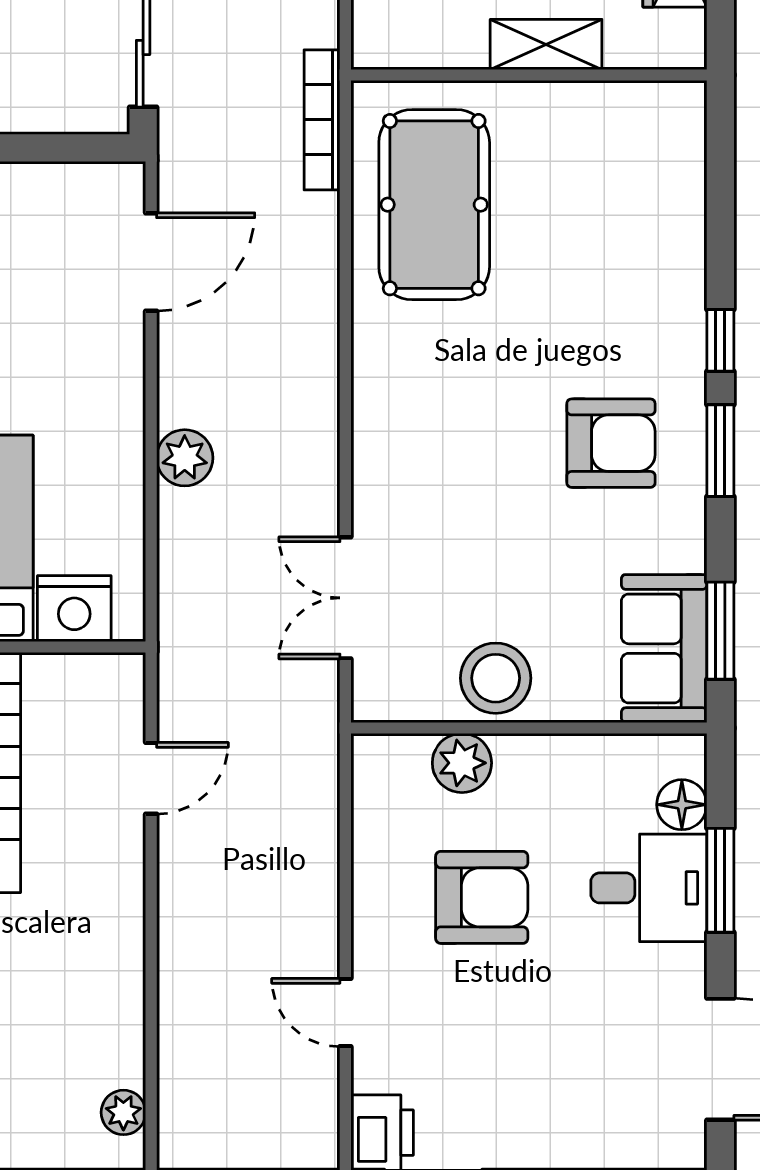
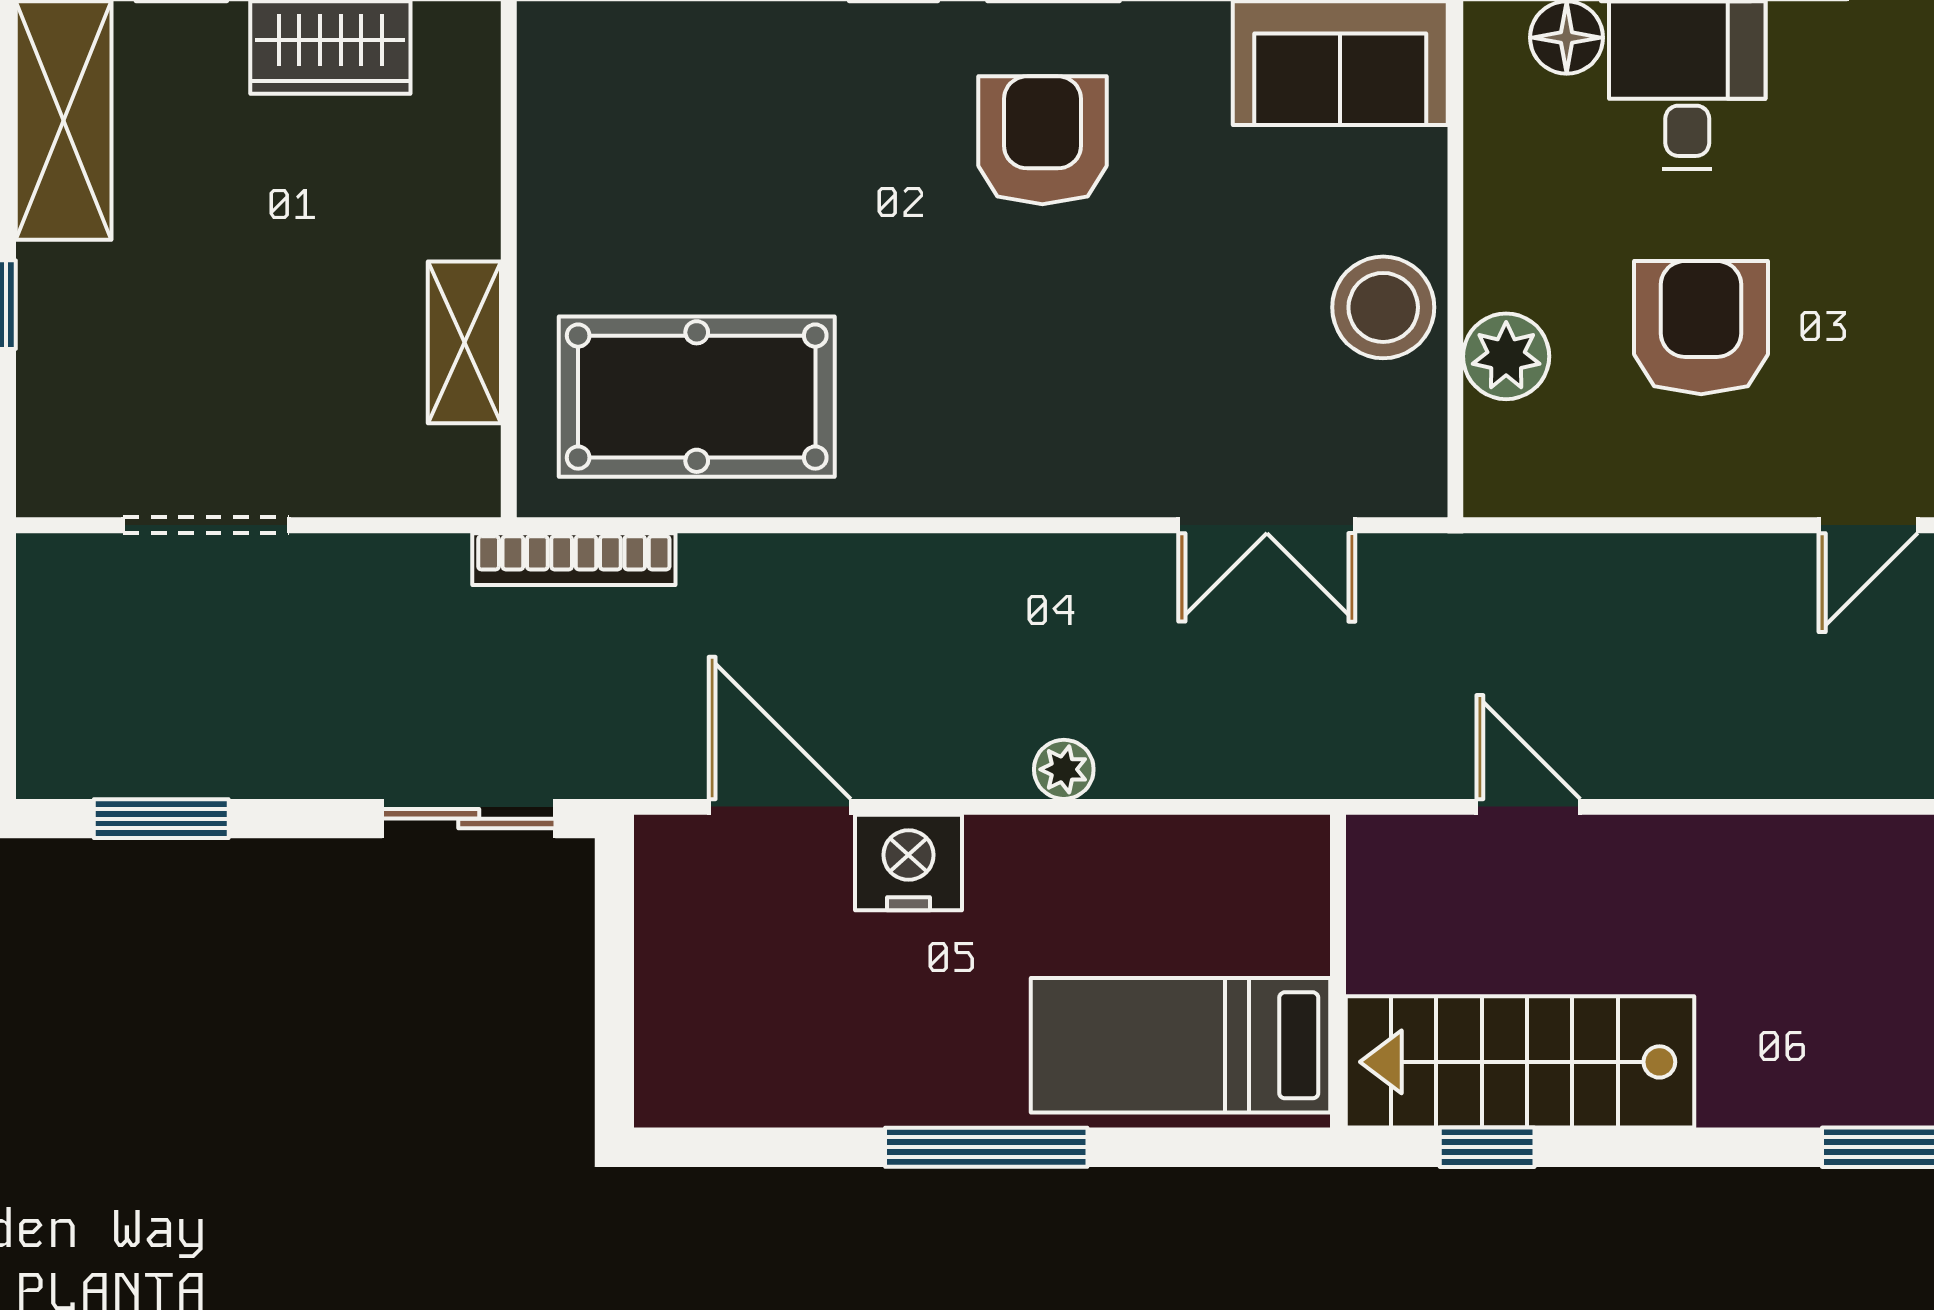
shelving: (546, 44) -> (464, 342), moved
plant: (185, 458) -> (1064, 769), width x0.73, depth x0.73
nightstand: (74, 609) -> (908, 863), moved, turned -90

